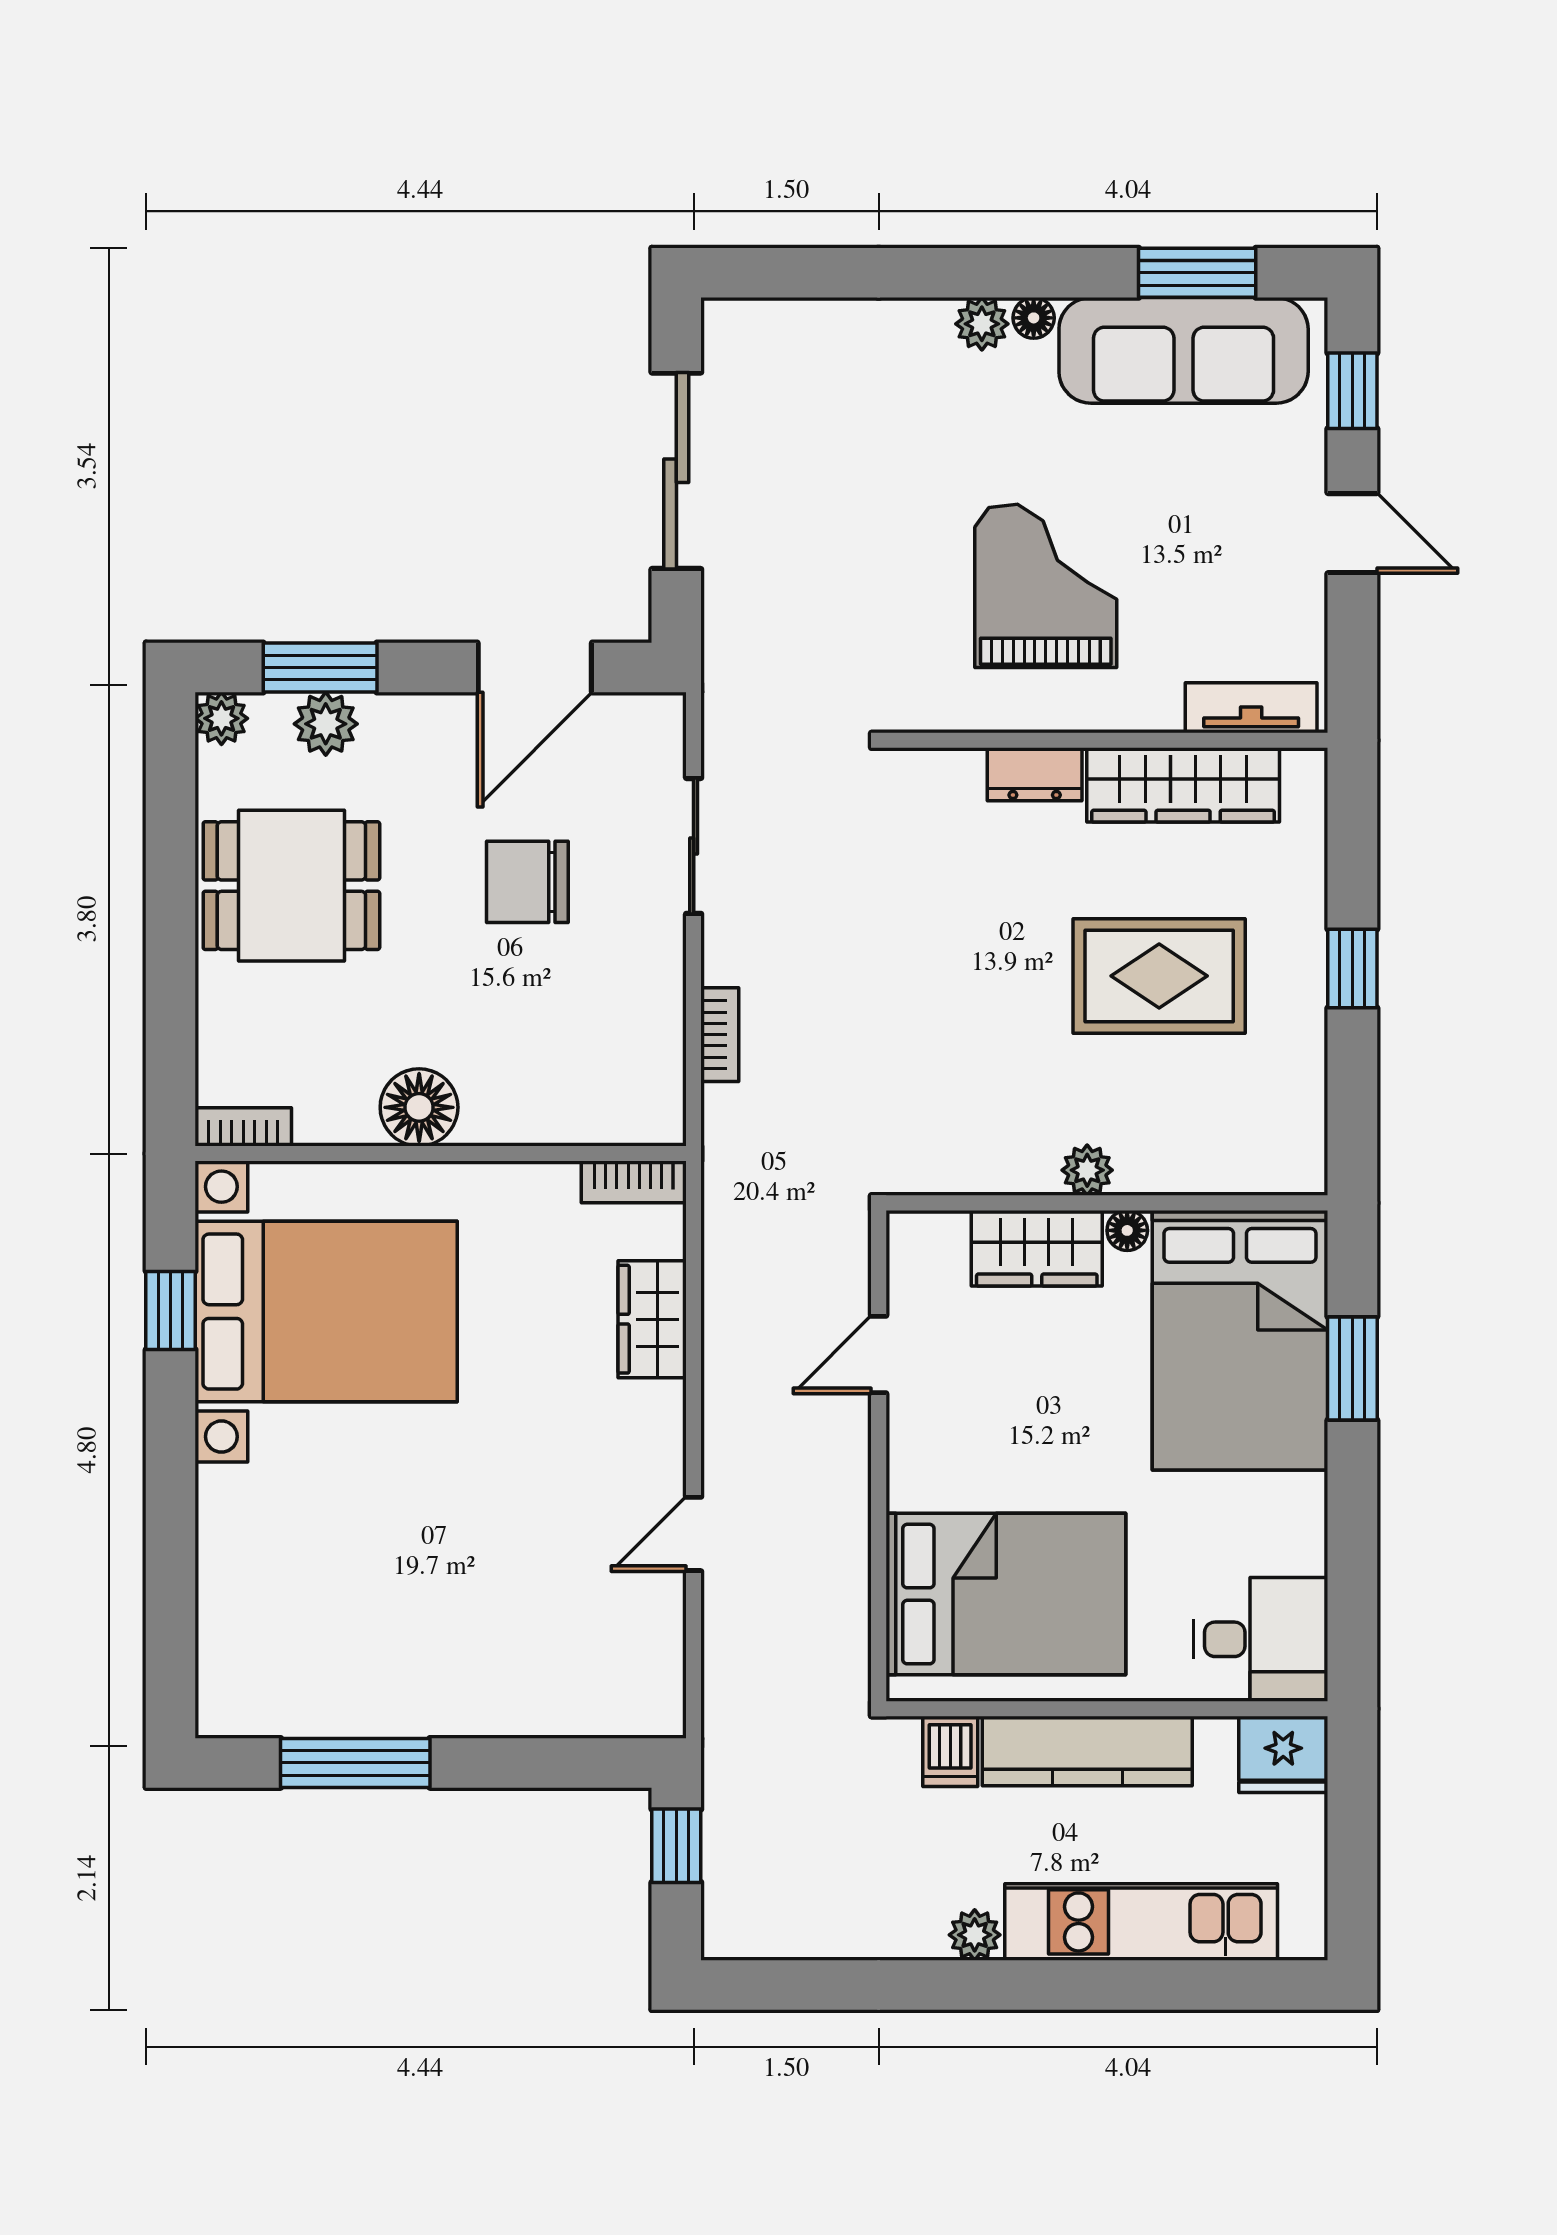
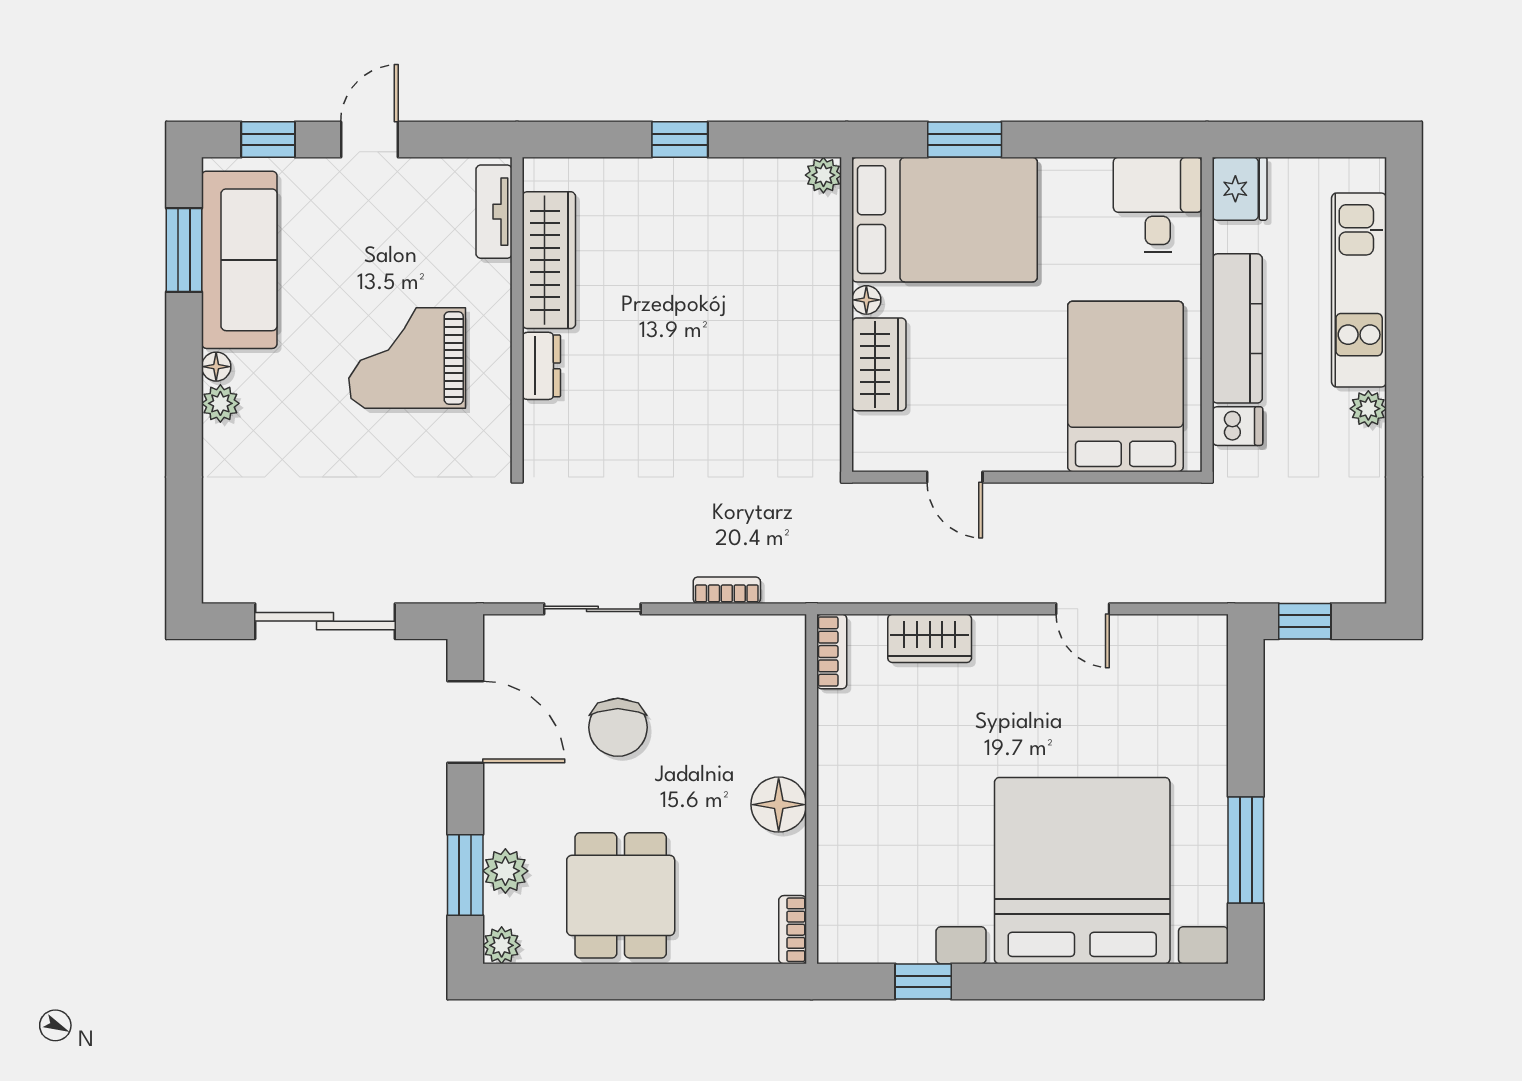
rug: (1159, 976) -> (685, 277), removed
plant: (1087, 1170) -> (823, 175), moved
bed with nightstands: (326, 1312) -> (1082, 871), moved, width x1.36

